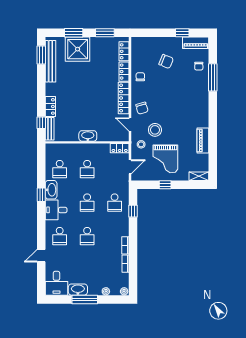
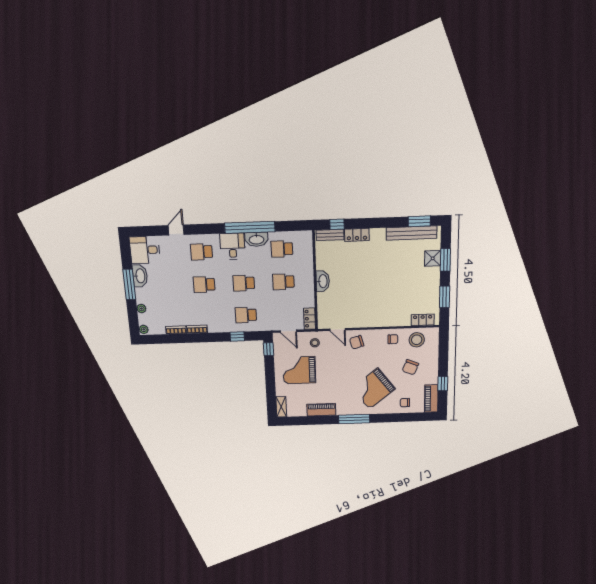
shower: (78, 49) -> (433, 258), width x0.54, depth x0.54
locker: (124, 72) -> (399, 321), removed
window: (213, 77) -> (354, 419), moved
grand piano: (185, 94) -> (373, 389), added
locker: (124, 98) -> (368, 321), removed
door: (130, 124) -> (338, 329), swing flipped
stool: (155, 130) -> (417, 340), moved
window: (165, 185) -> (269, 349), moved
window: (41, 195) -> (250, 227), width x3.17
door: (41, 256) -> (176, 230), hinge flipped

